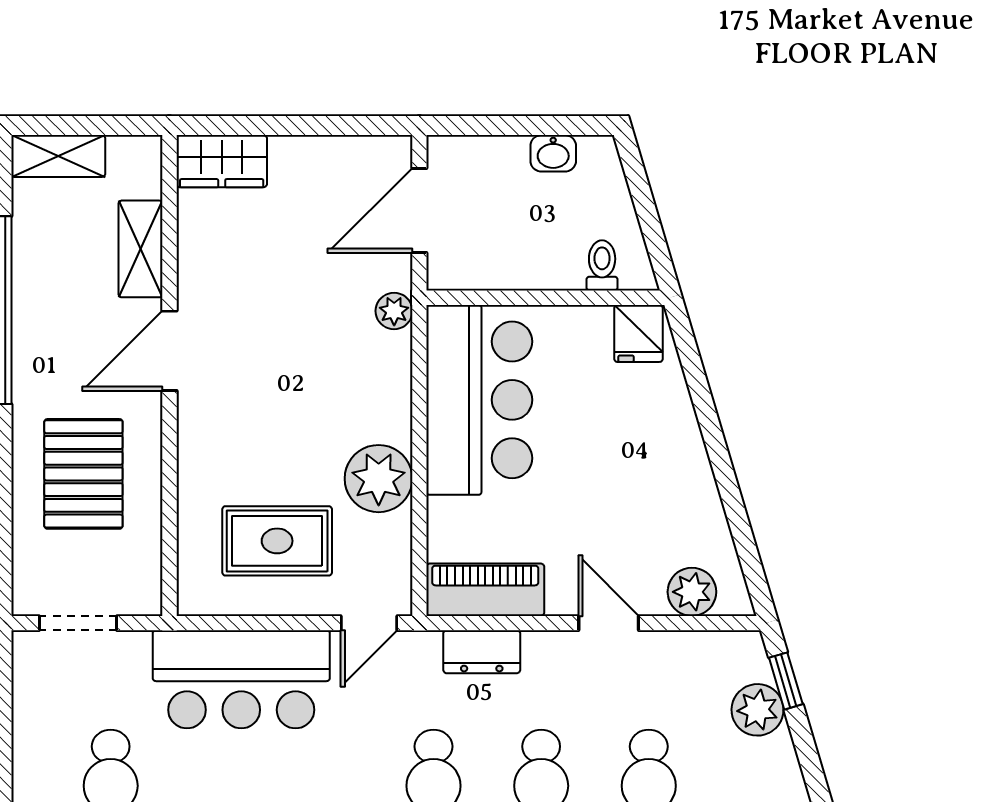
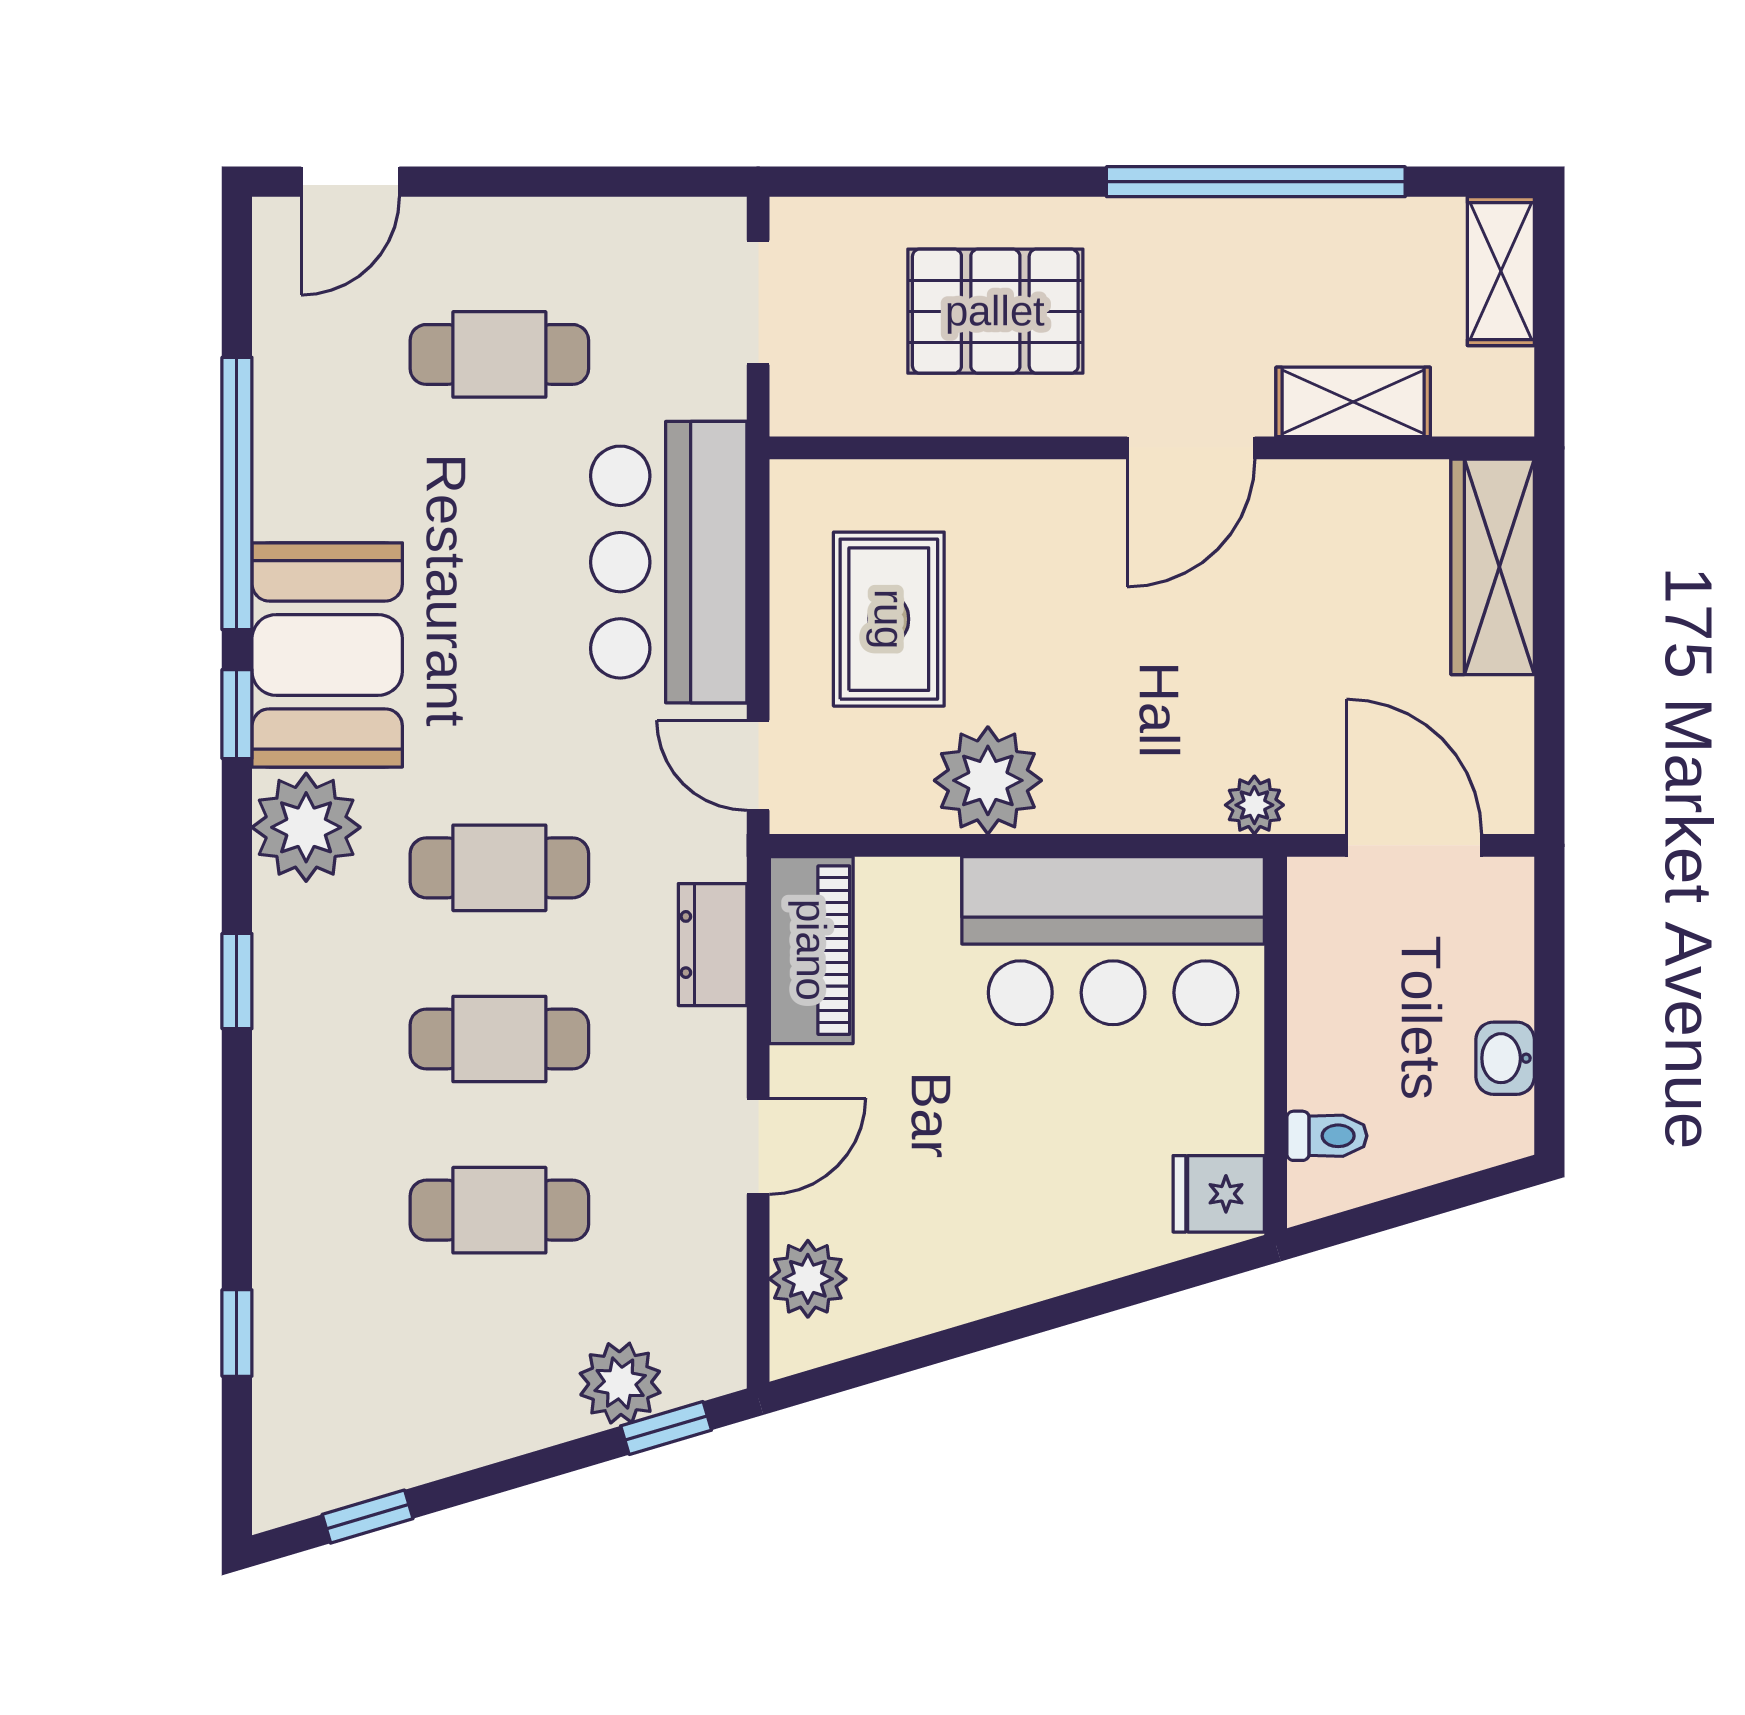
wardrobe: (222, 161) -> (1493, 567), width x1.50
door: (169, 351) -> (1191, 448), swing flipped

